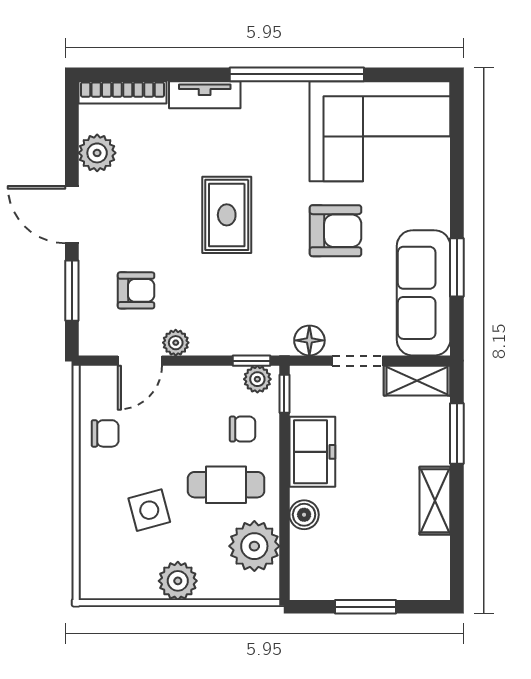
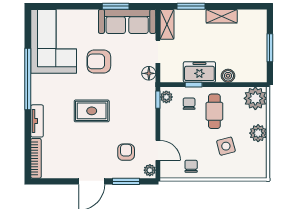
plant: (97, 153) -> (64, 170), removed
armchair: (335, 231) -> (99, 61), turned -90
plant: (176, 343) -> (150, 170), moved
window: (284, 394) -> (194, 85), moved
plant: (254, 546) -> (255, 98), moved

